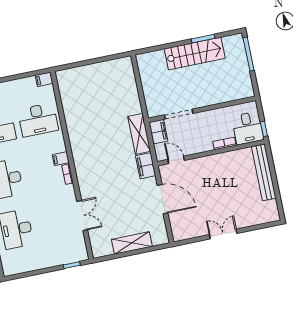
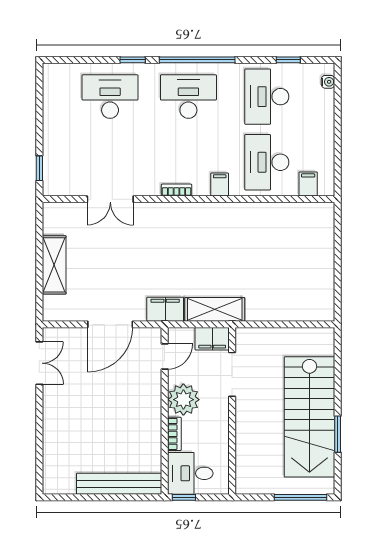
stairs: (195, 54) -> (309, 417), width x1.36, depth x1.51
filing cabinet: (44, 79) -> (308, 184), moved
plant: (201, 142) -> (183, 400), added
filing cabinet: (61, 159) -> (220, 184), moved
double door: (223, 234) -> (39, 363), moved

